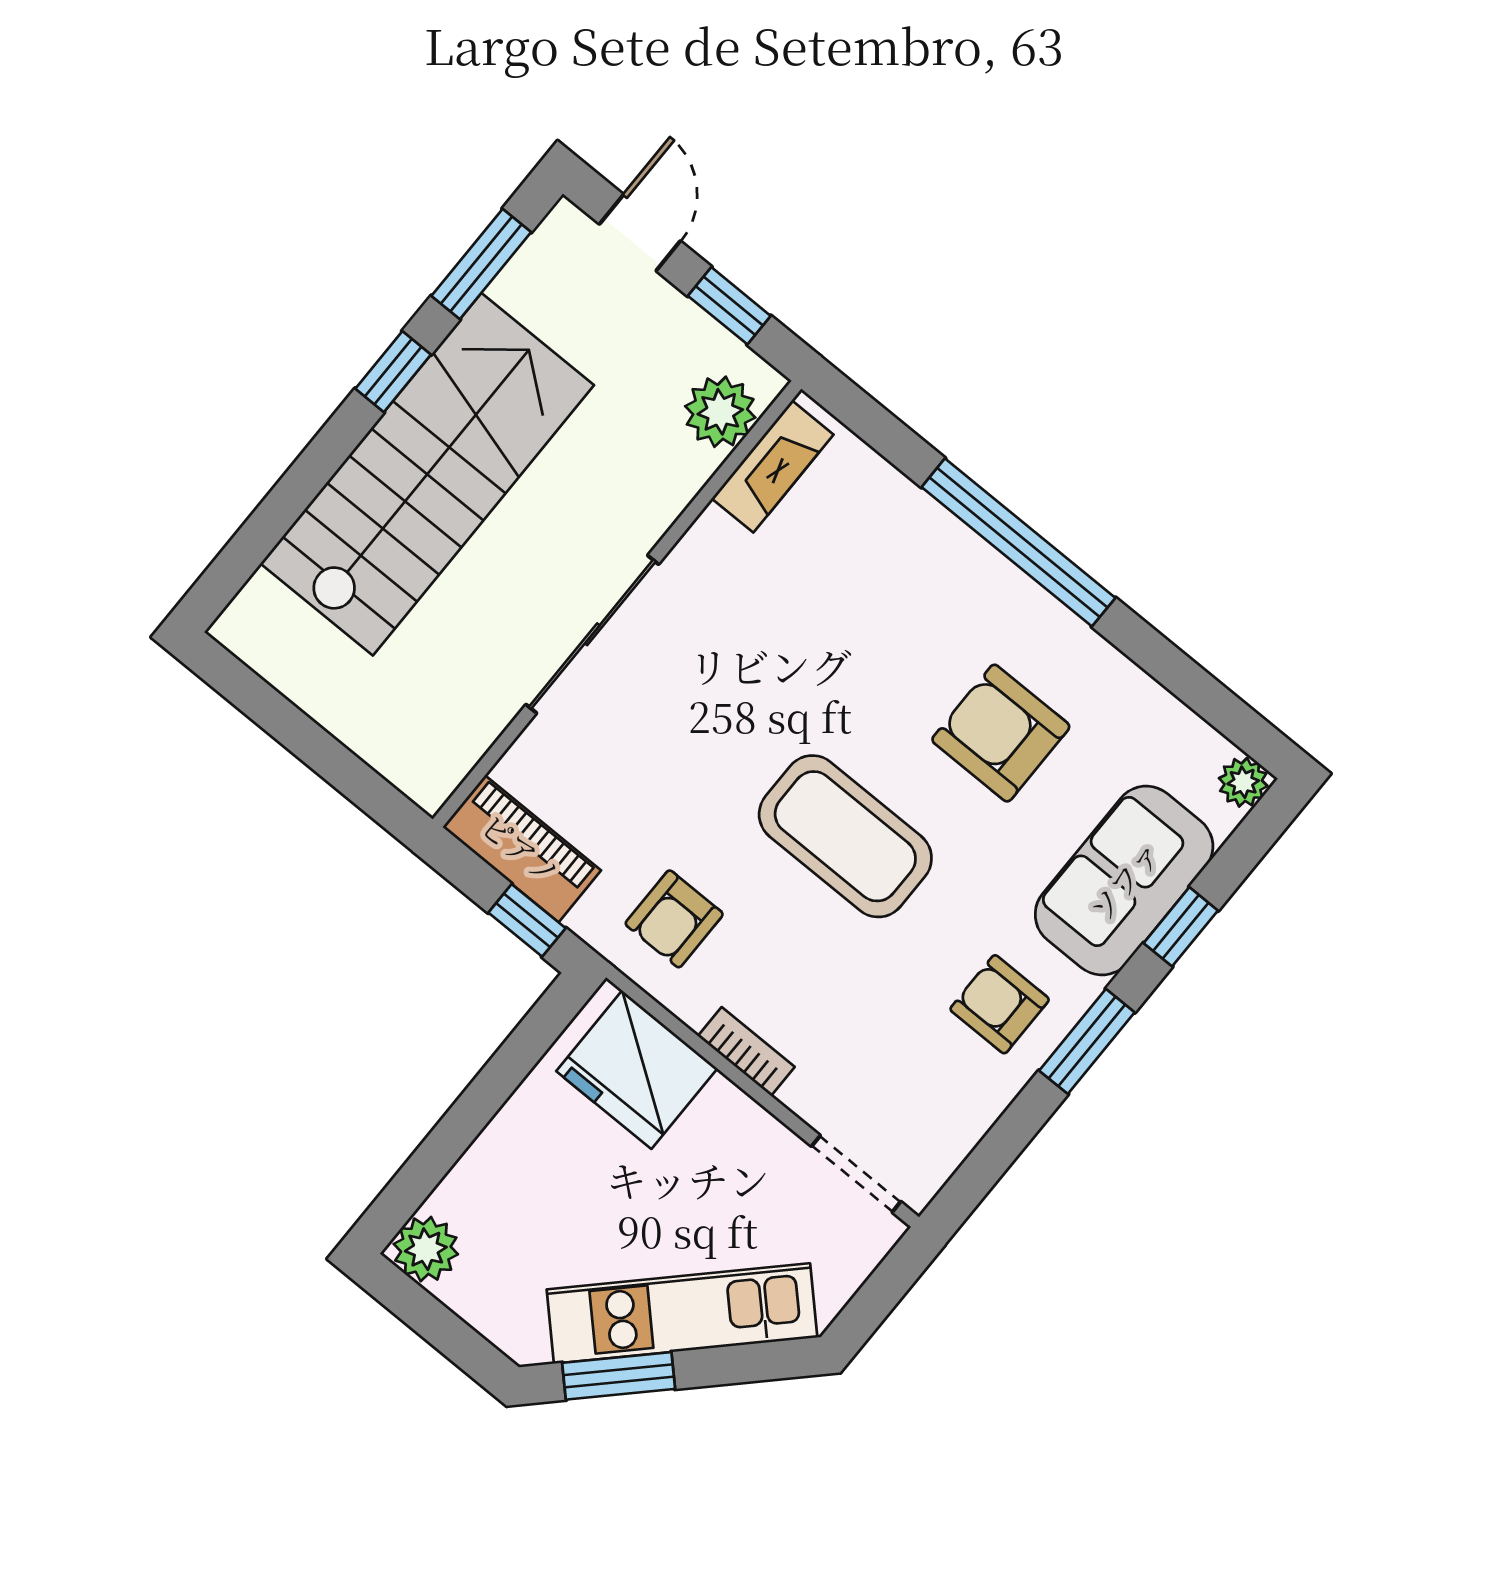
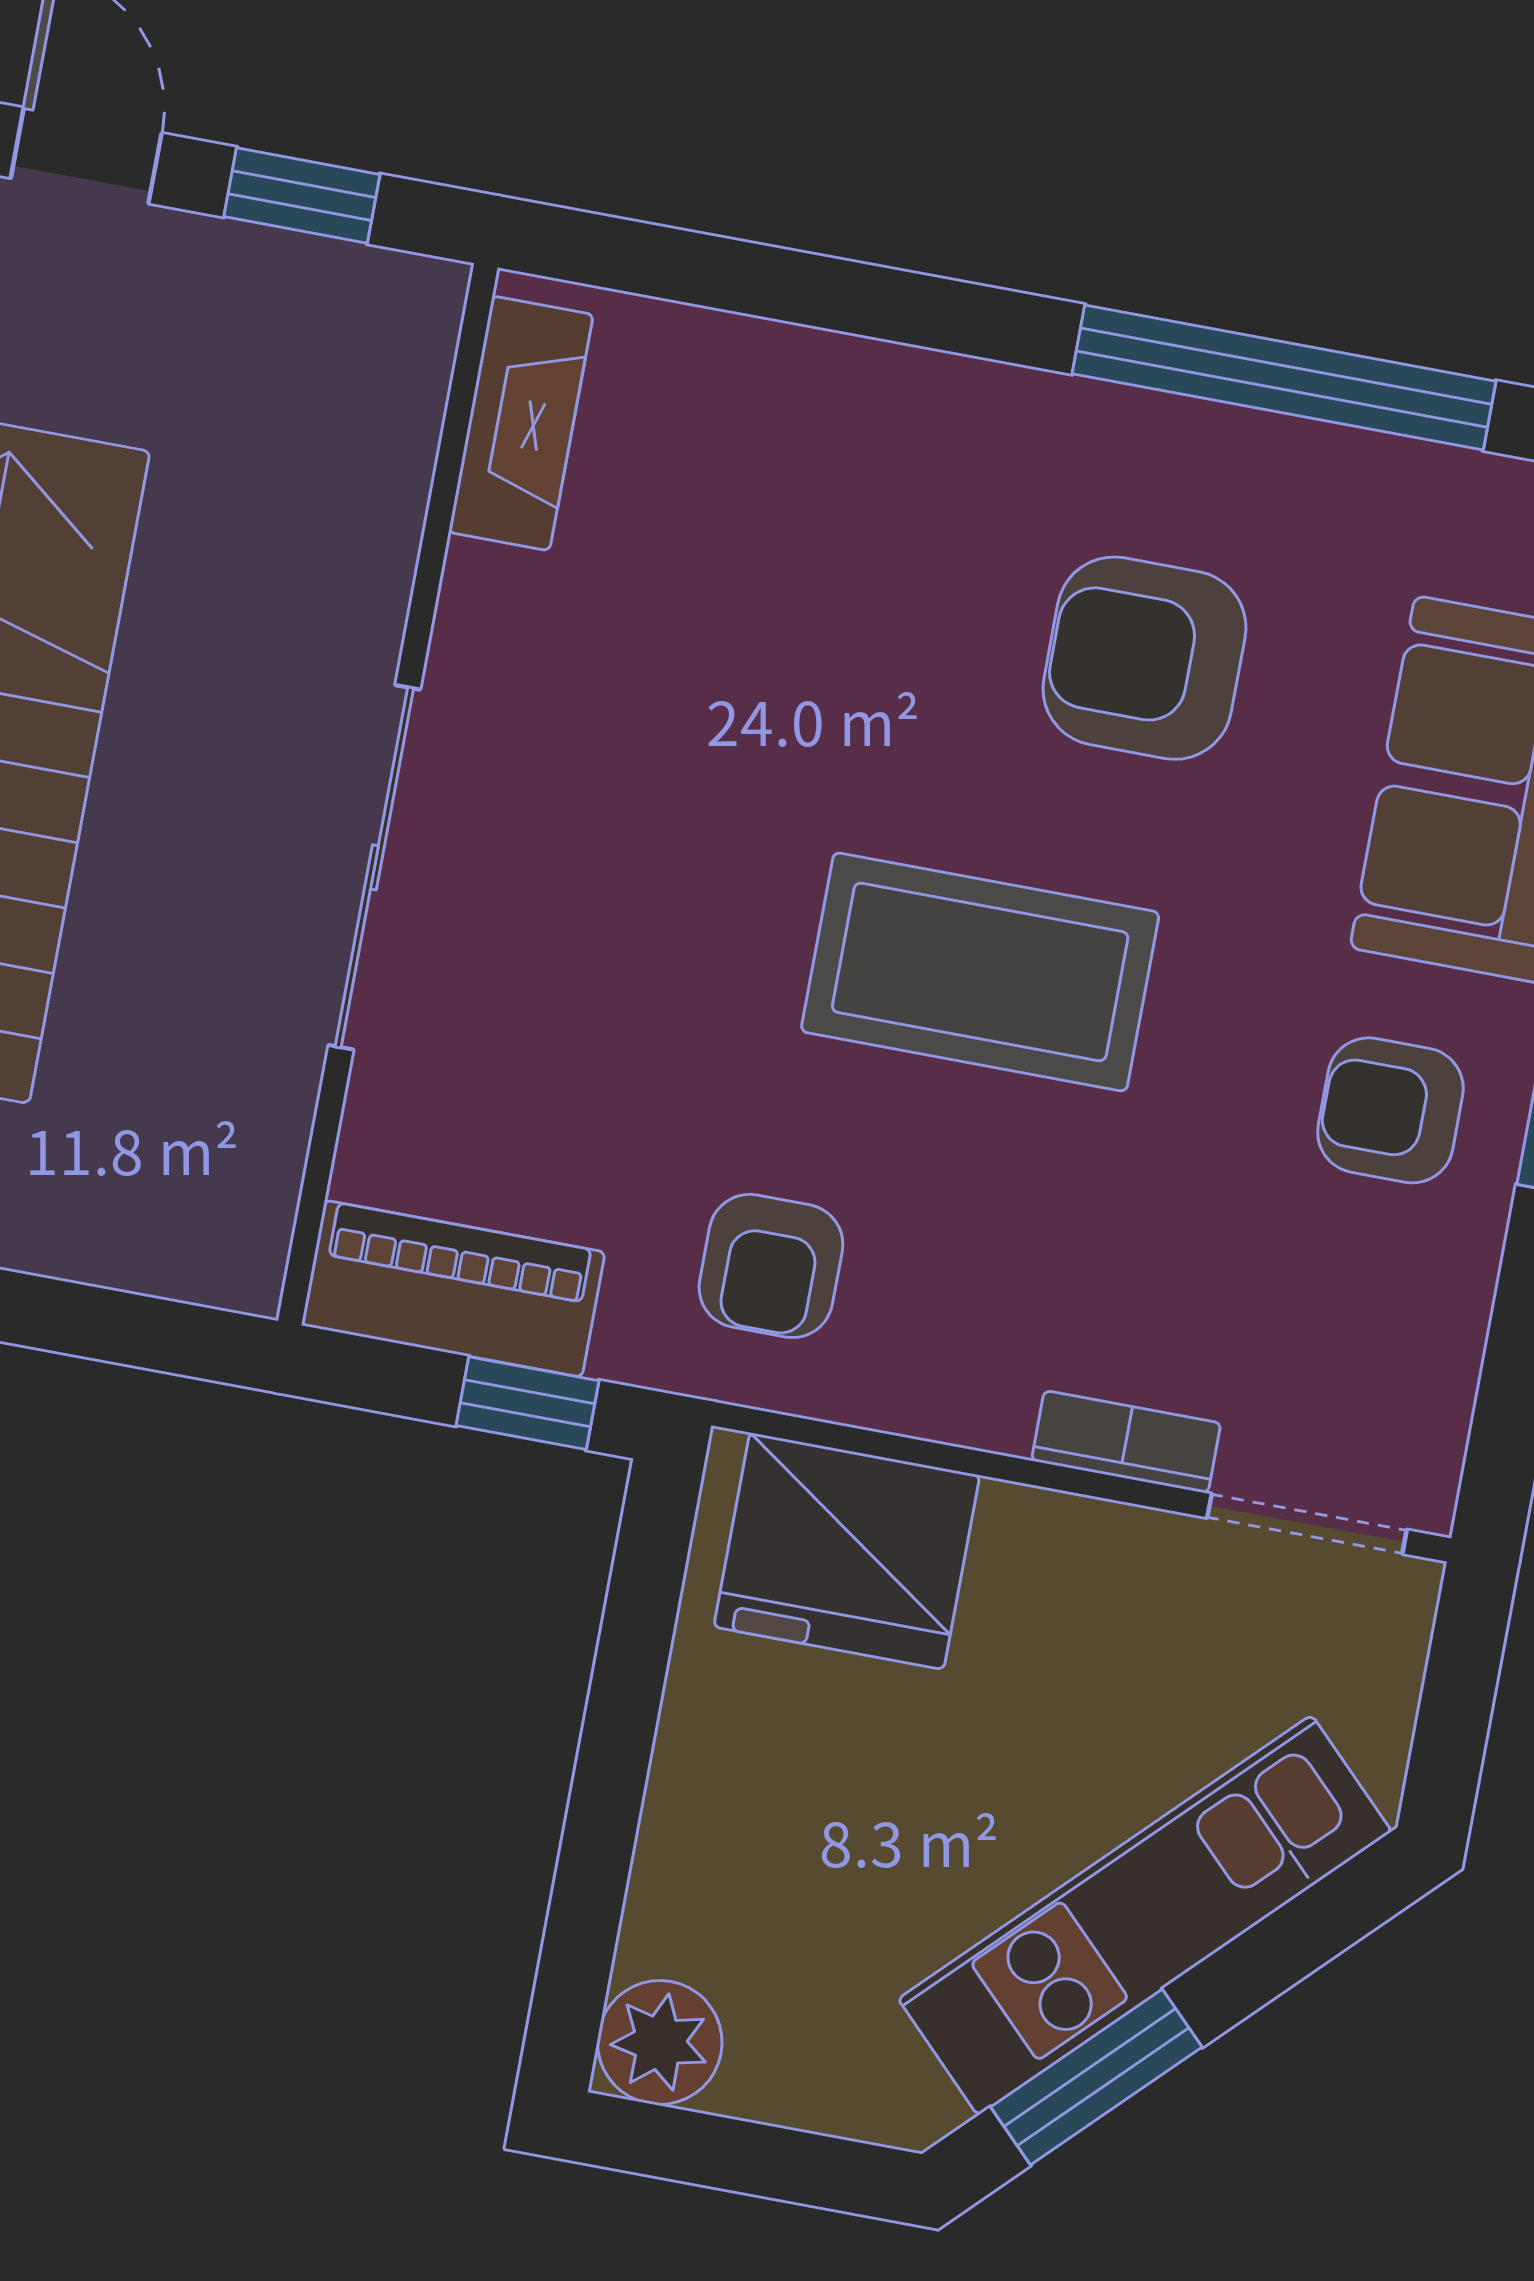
plant: (720, 412) -> (384, 380), removed
window: (1018, 542) -> (1284, 378), moved
bookcase: (746, 1052) -> (1126, 1442), moved

